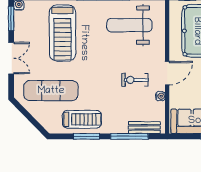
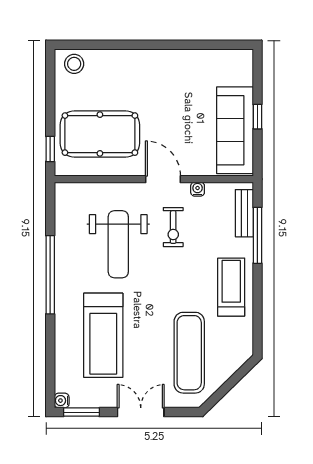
weight bench: (129, 25) -> (118, 244), moved
treadmill: (63, 33) -> (103, 335), turned 90
treadmill: (82, 119) -> (231, 287), moved
window: (87, 136) -> (257, 299), removed

